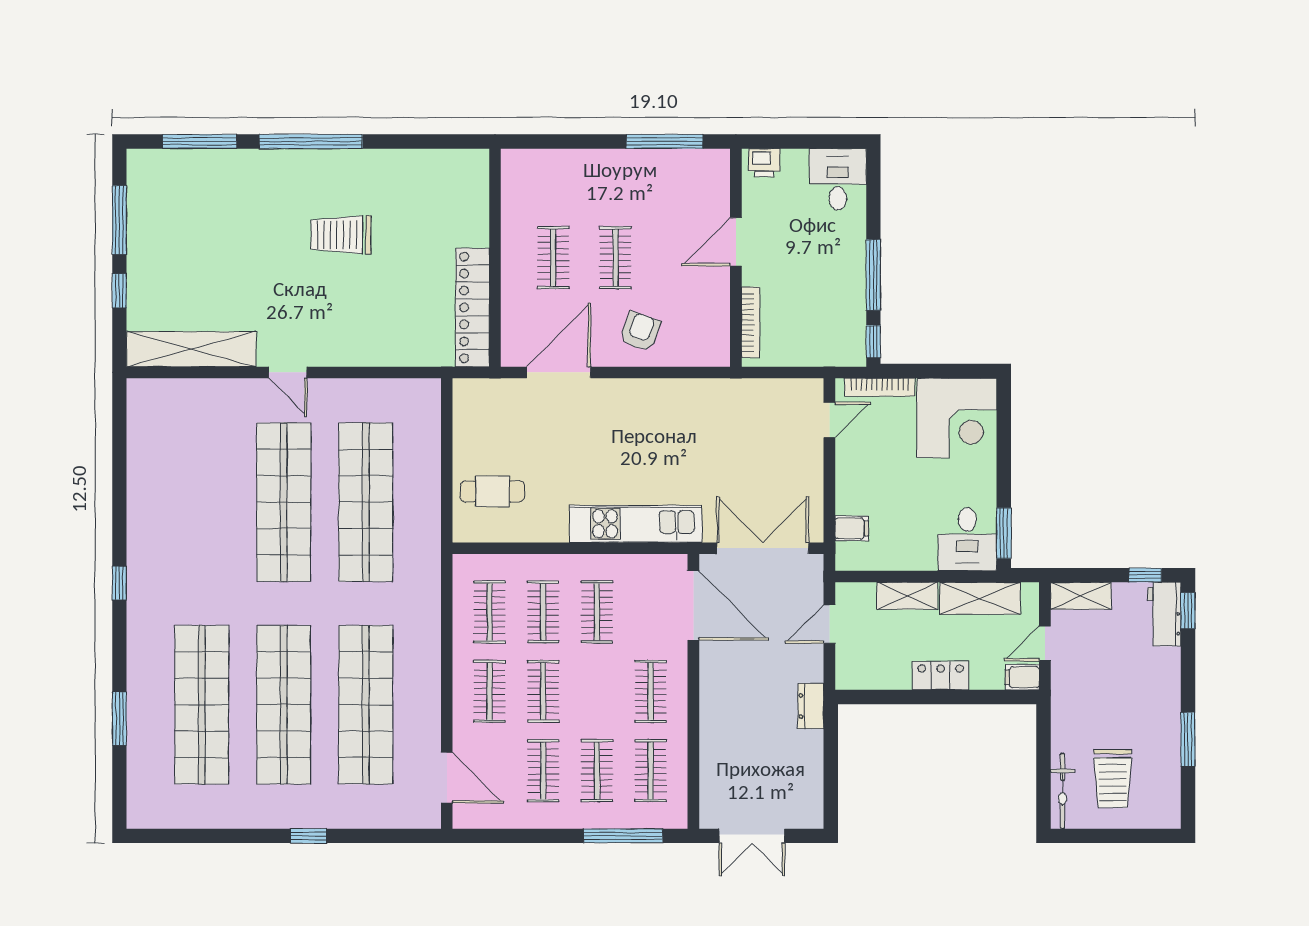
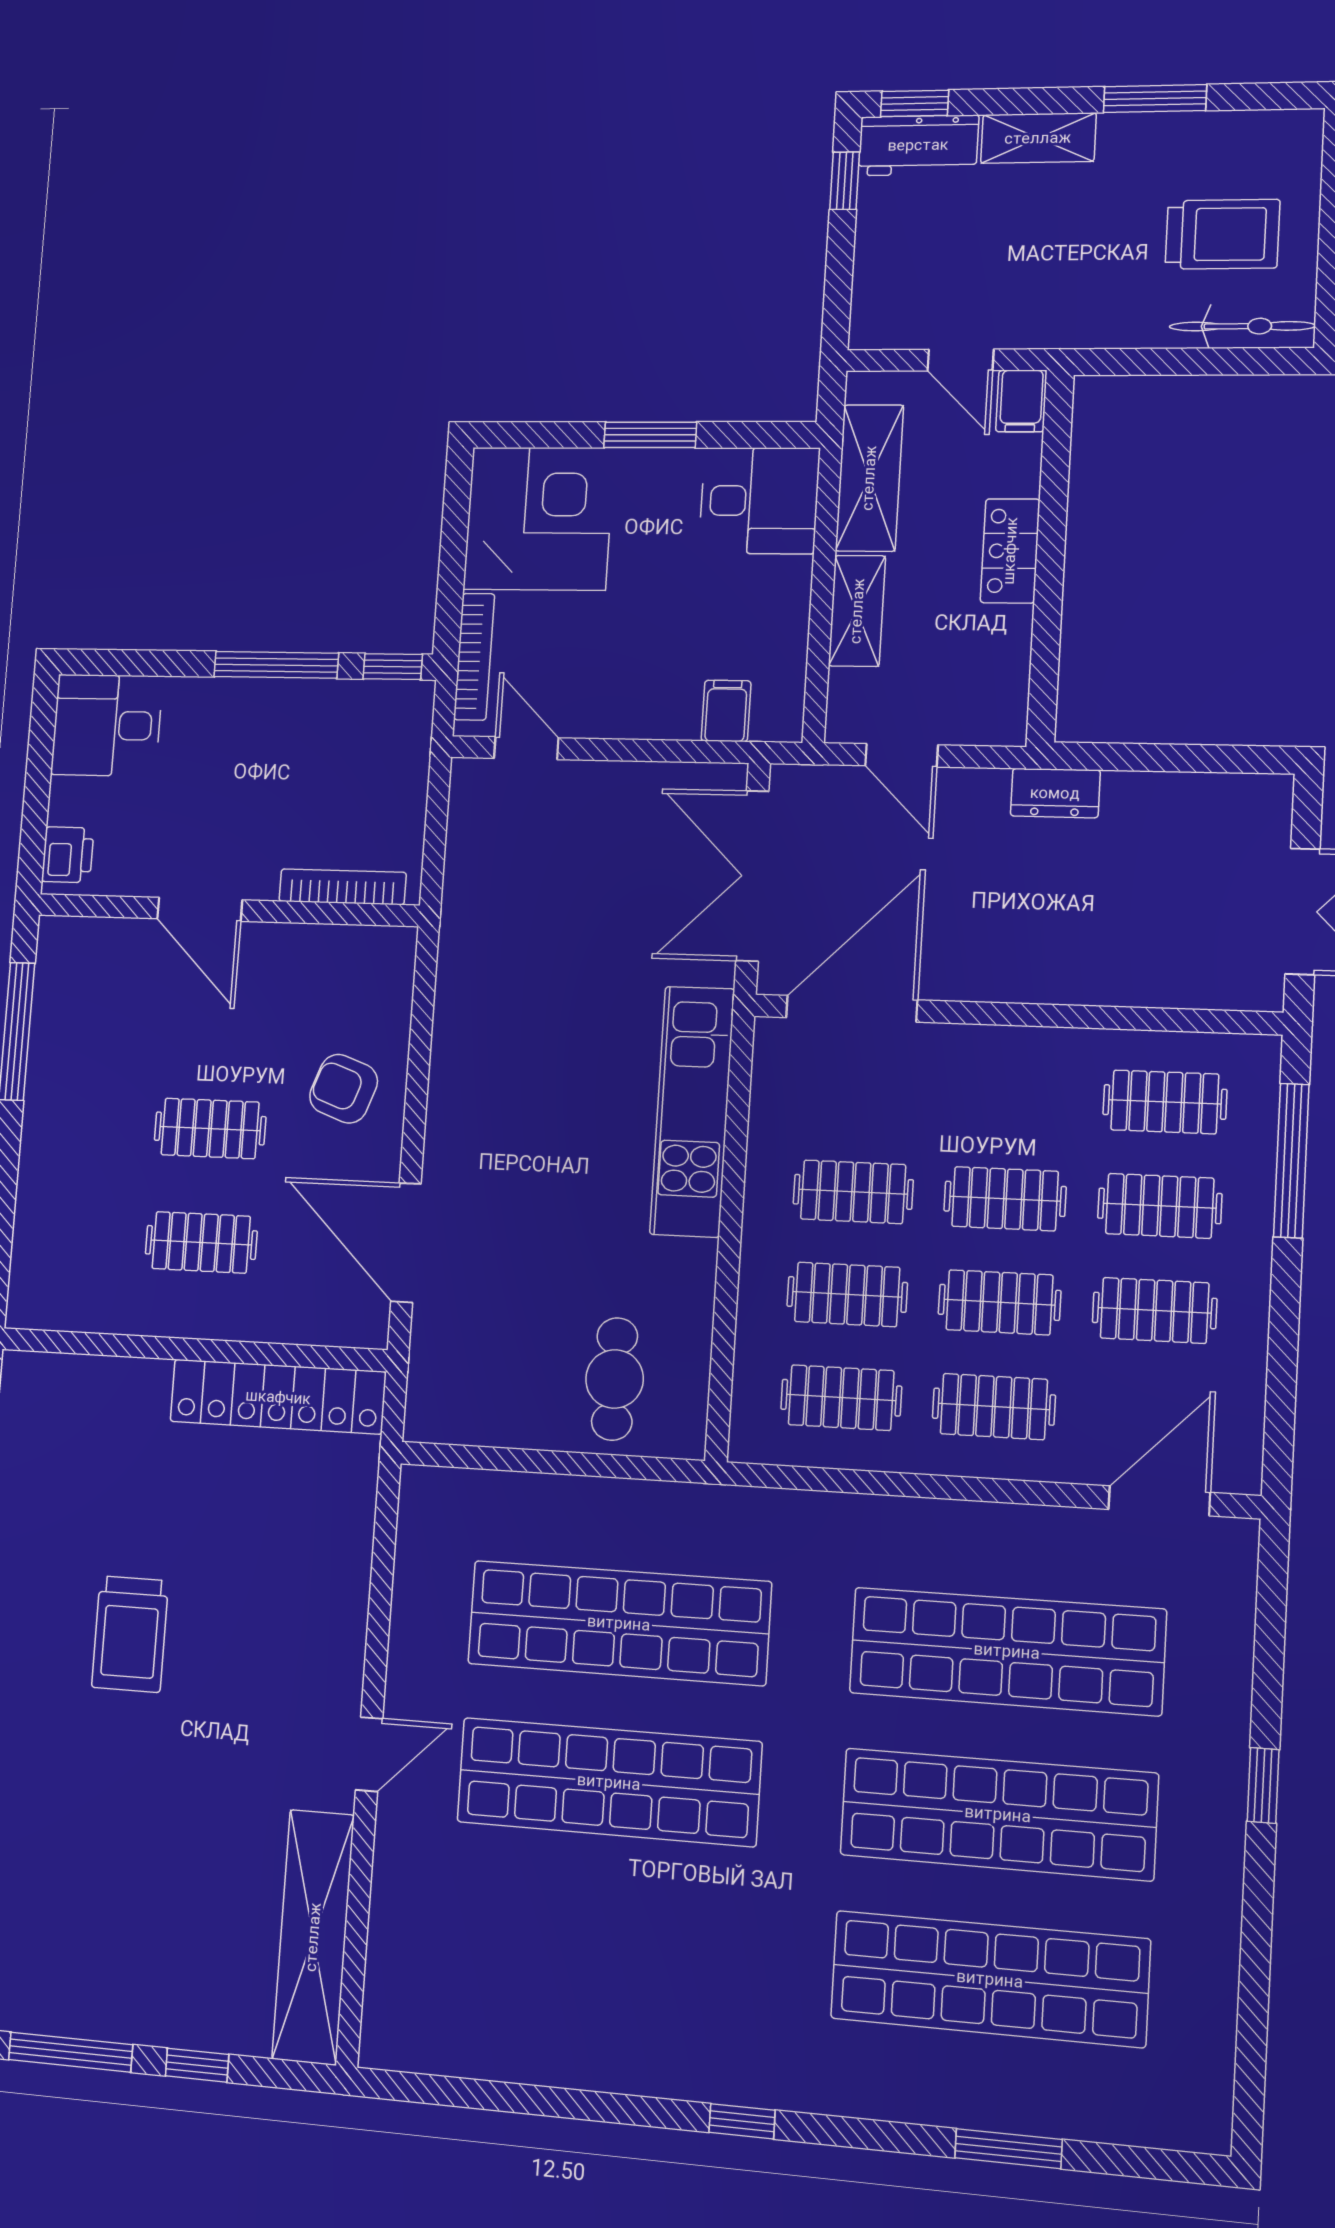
window: (1004, 533) -> (650, 435), moved
shelving: (1081, 596) -> (1038, 138), moved, turned 90
clothes rail: (651, 691) -> (1005, 1199), moved

